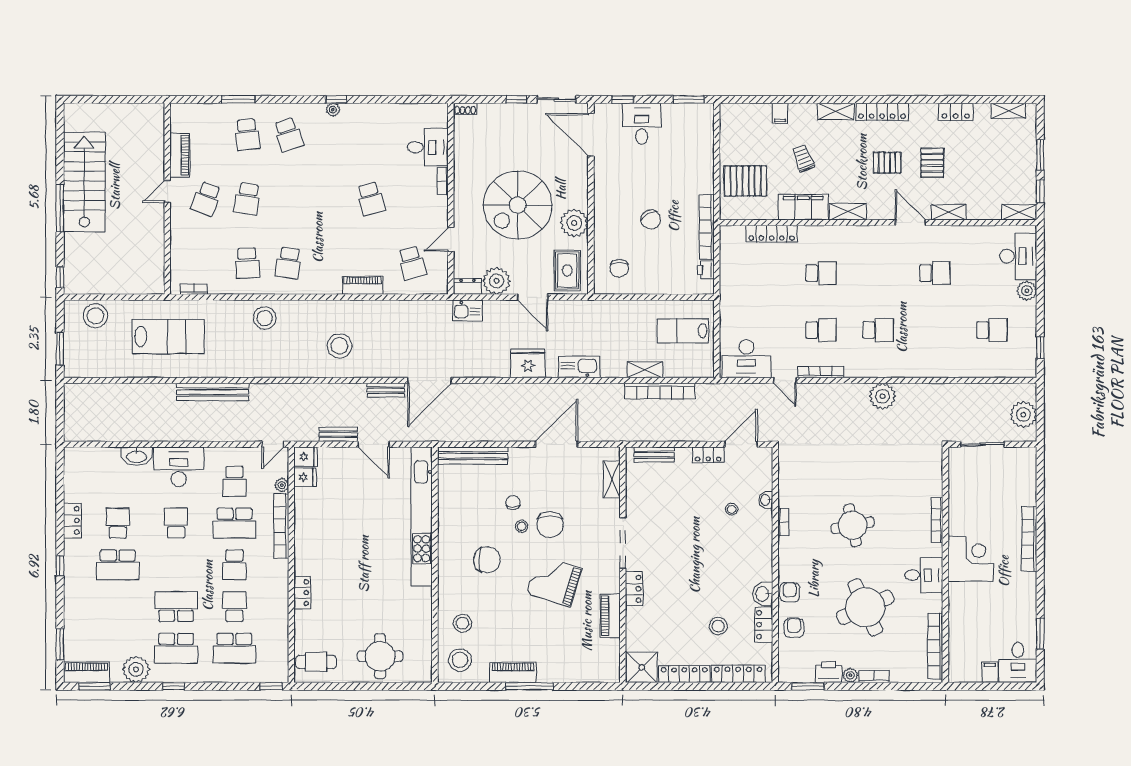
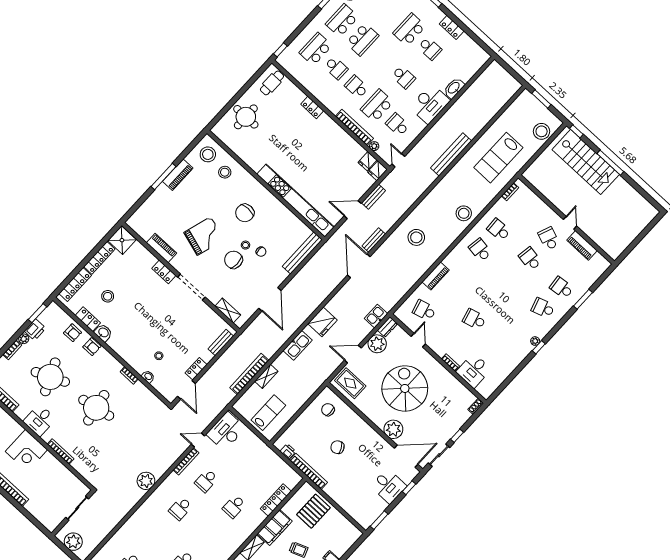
stairs: (84, 182) -> (586, 162), moved
plant: (574, 223) -> (393, 429), moved
round table: (853, 525) -> (96, 408), width x1.36, depth x1.36

